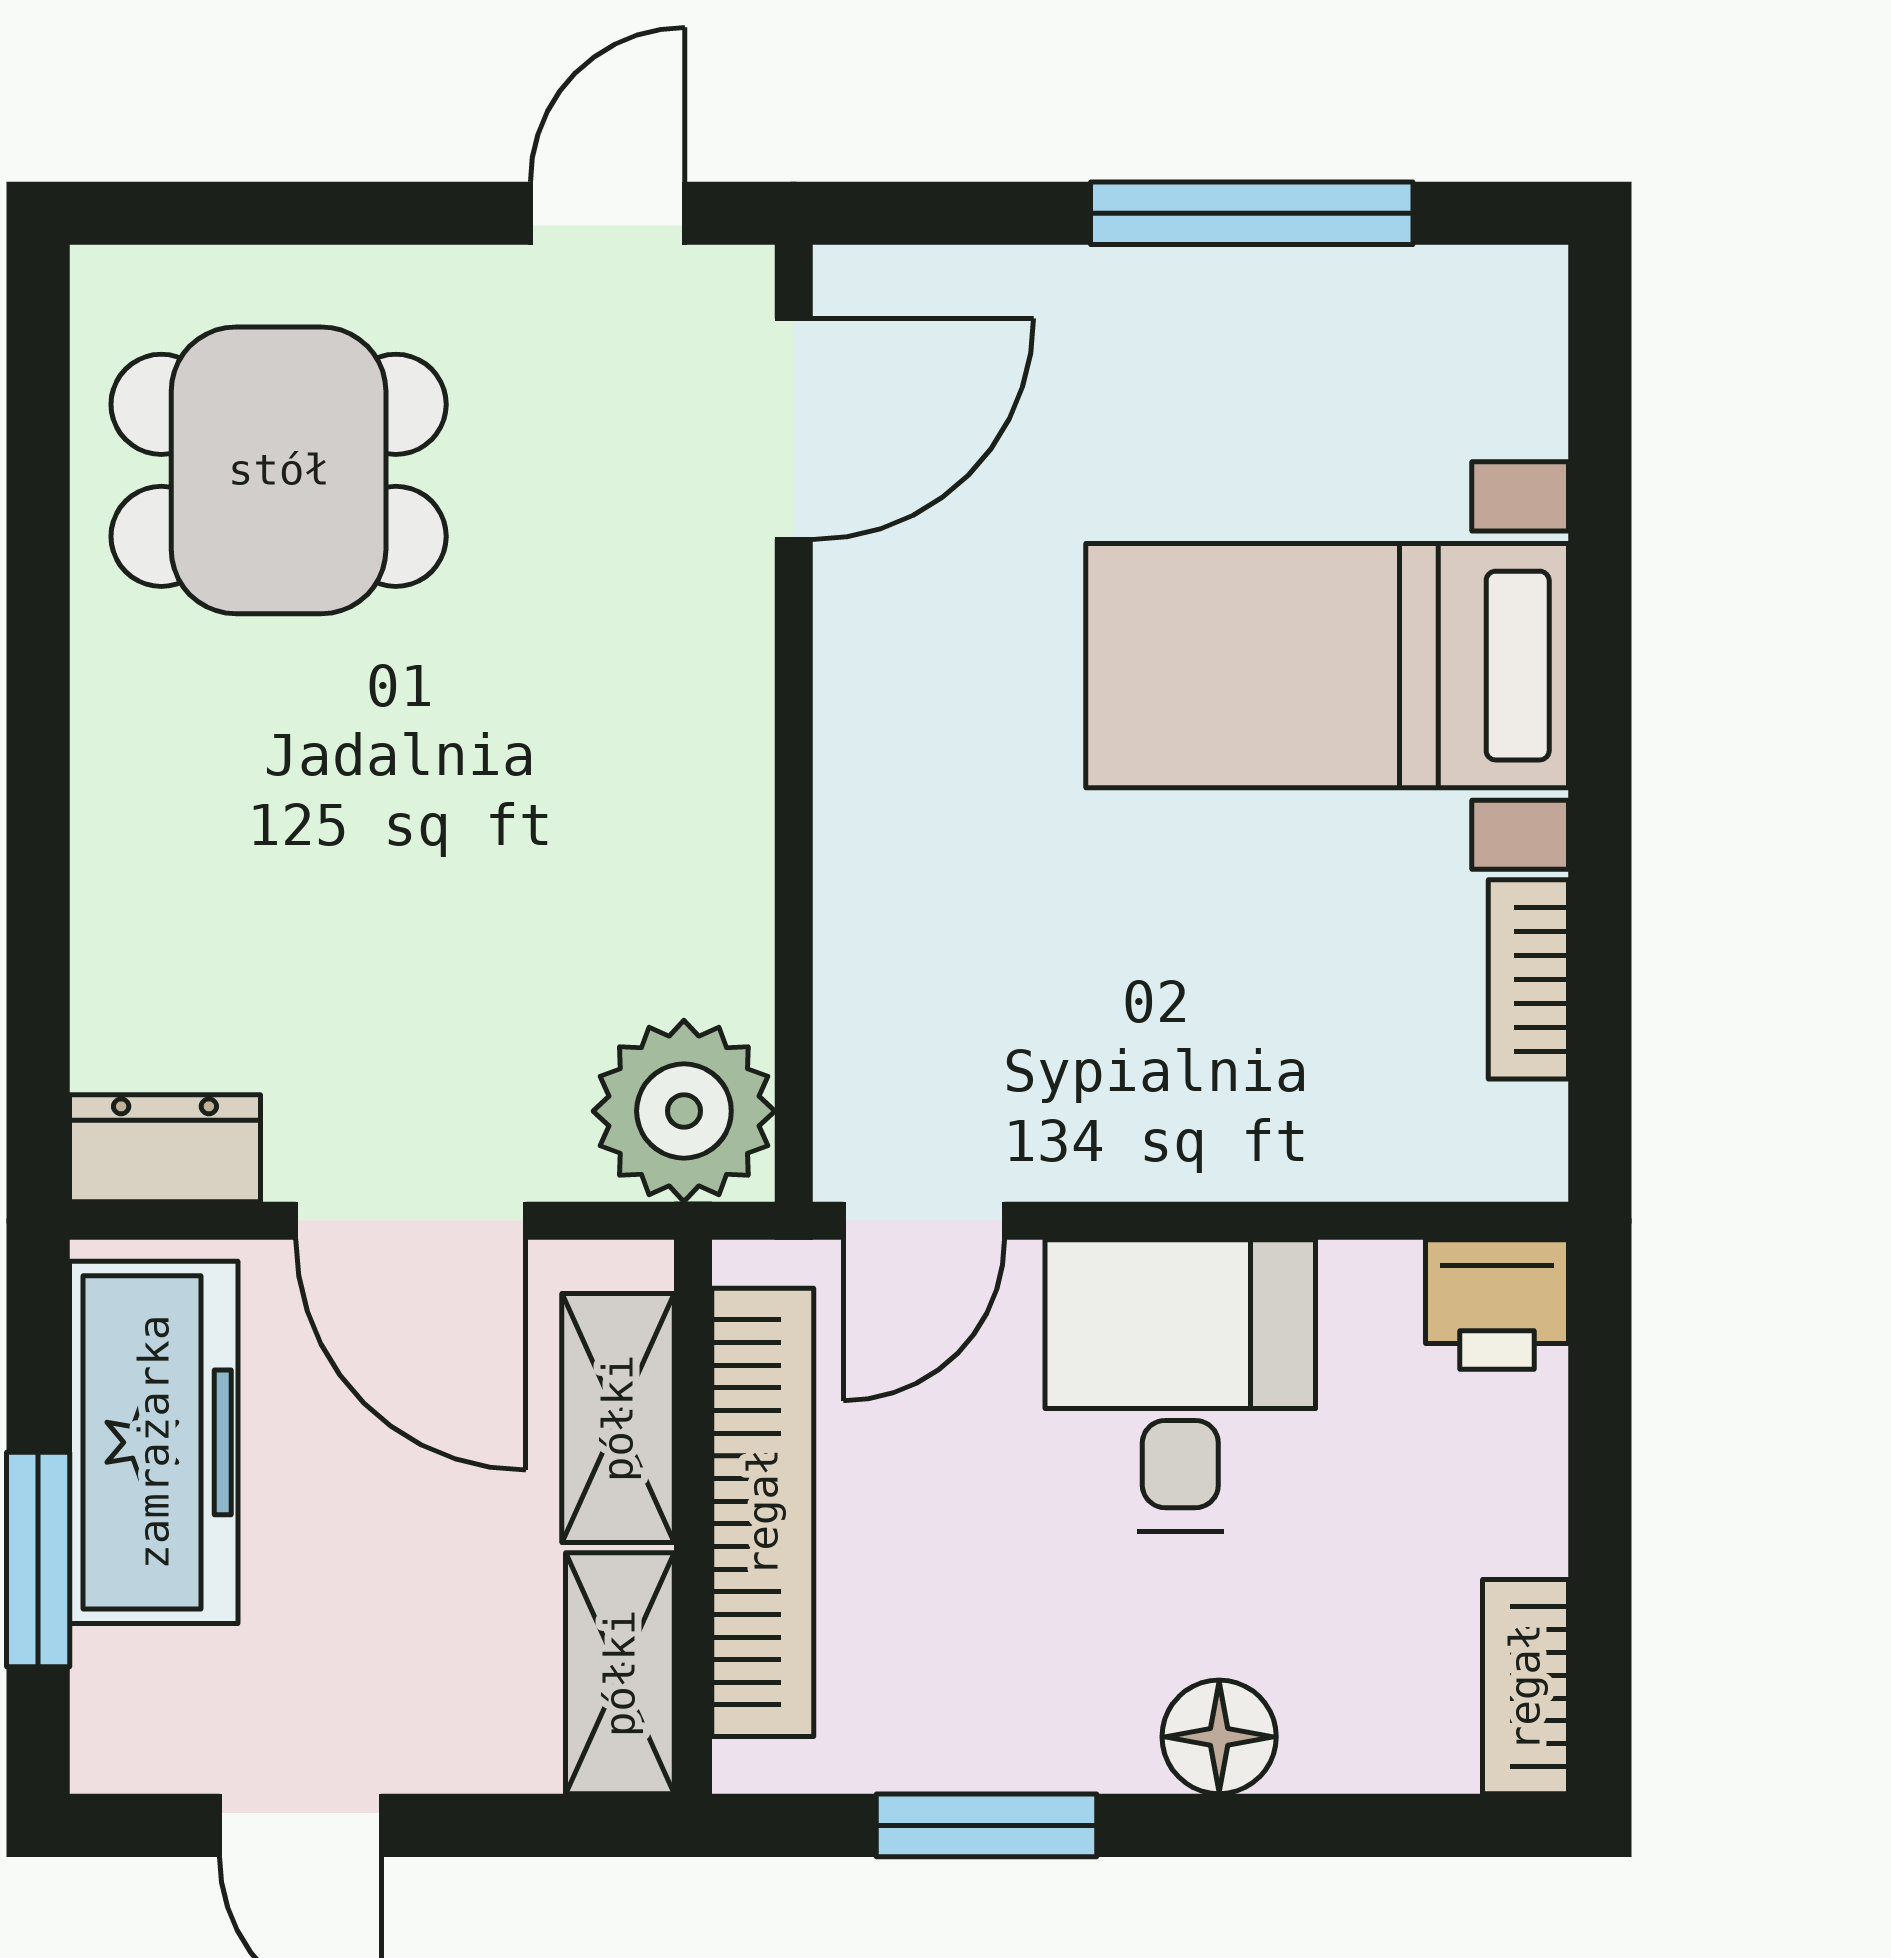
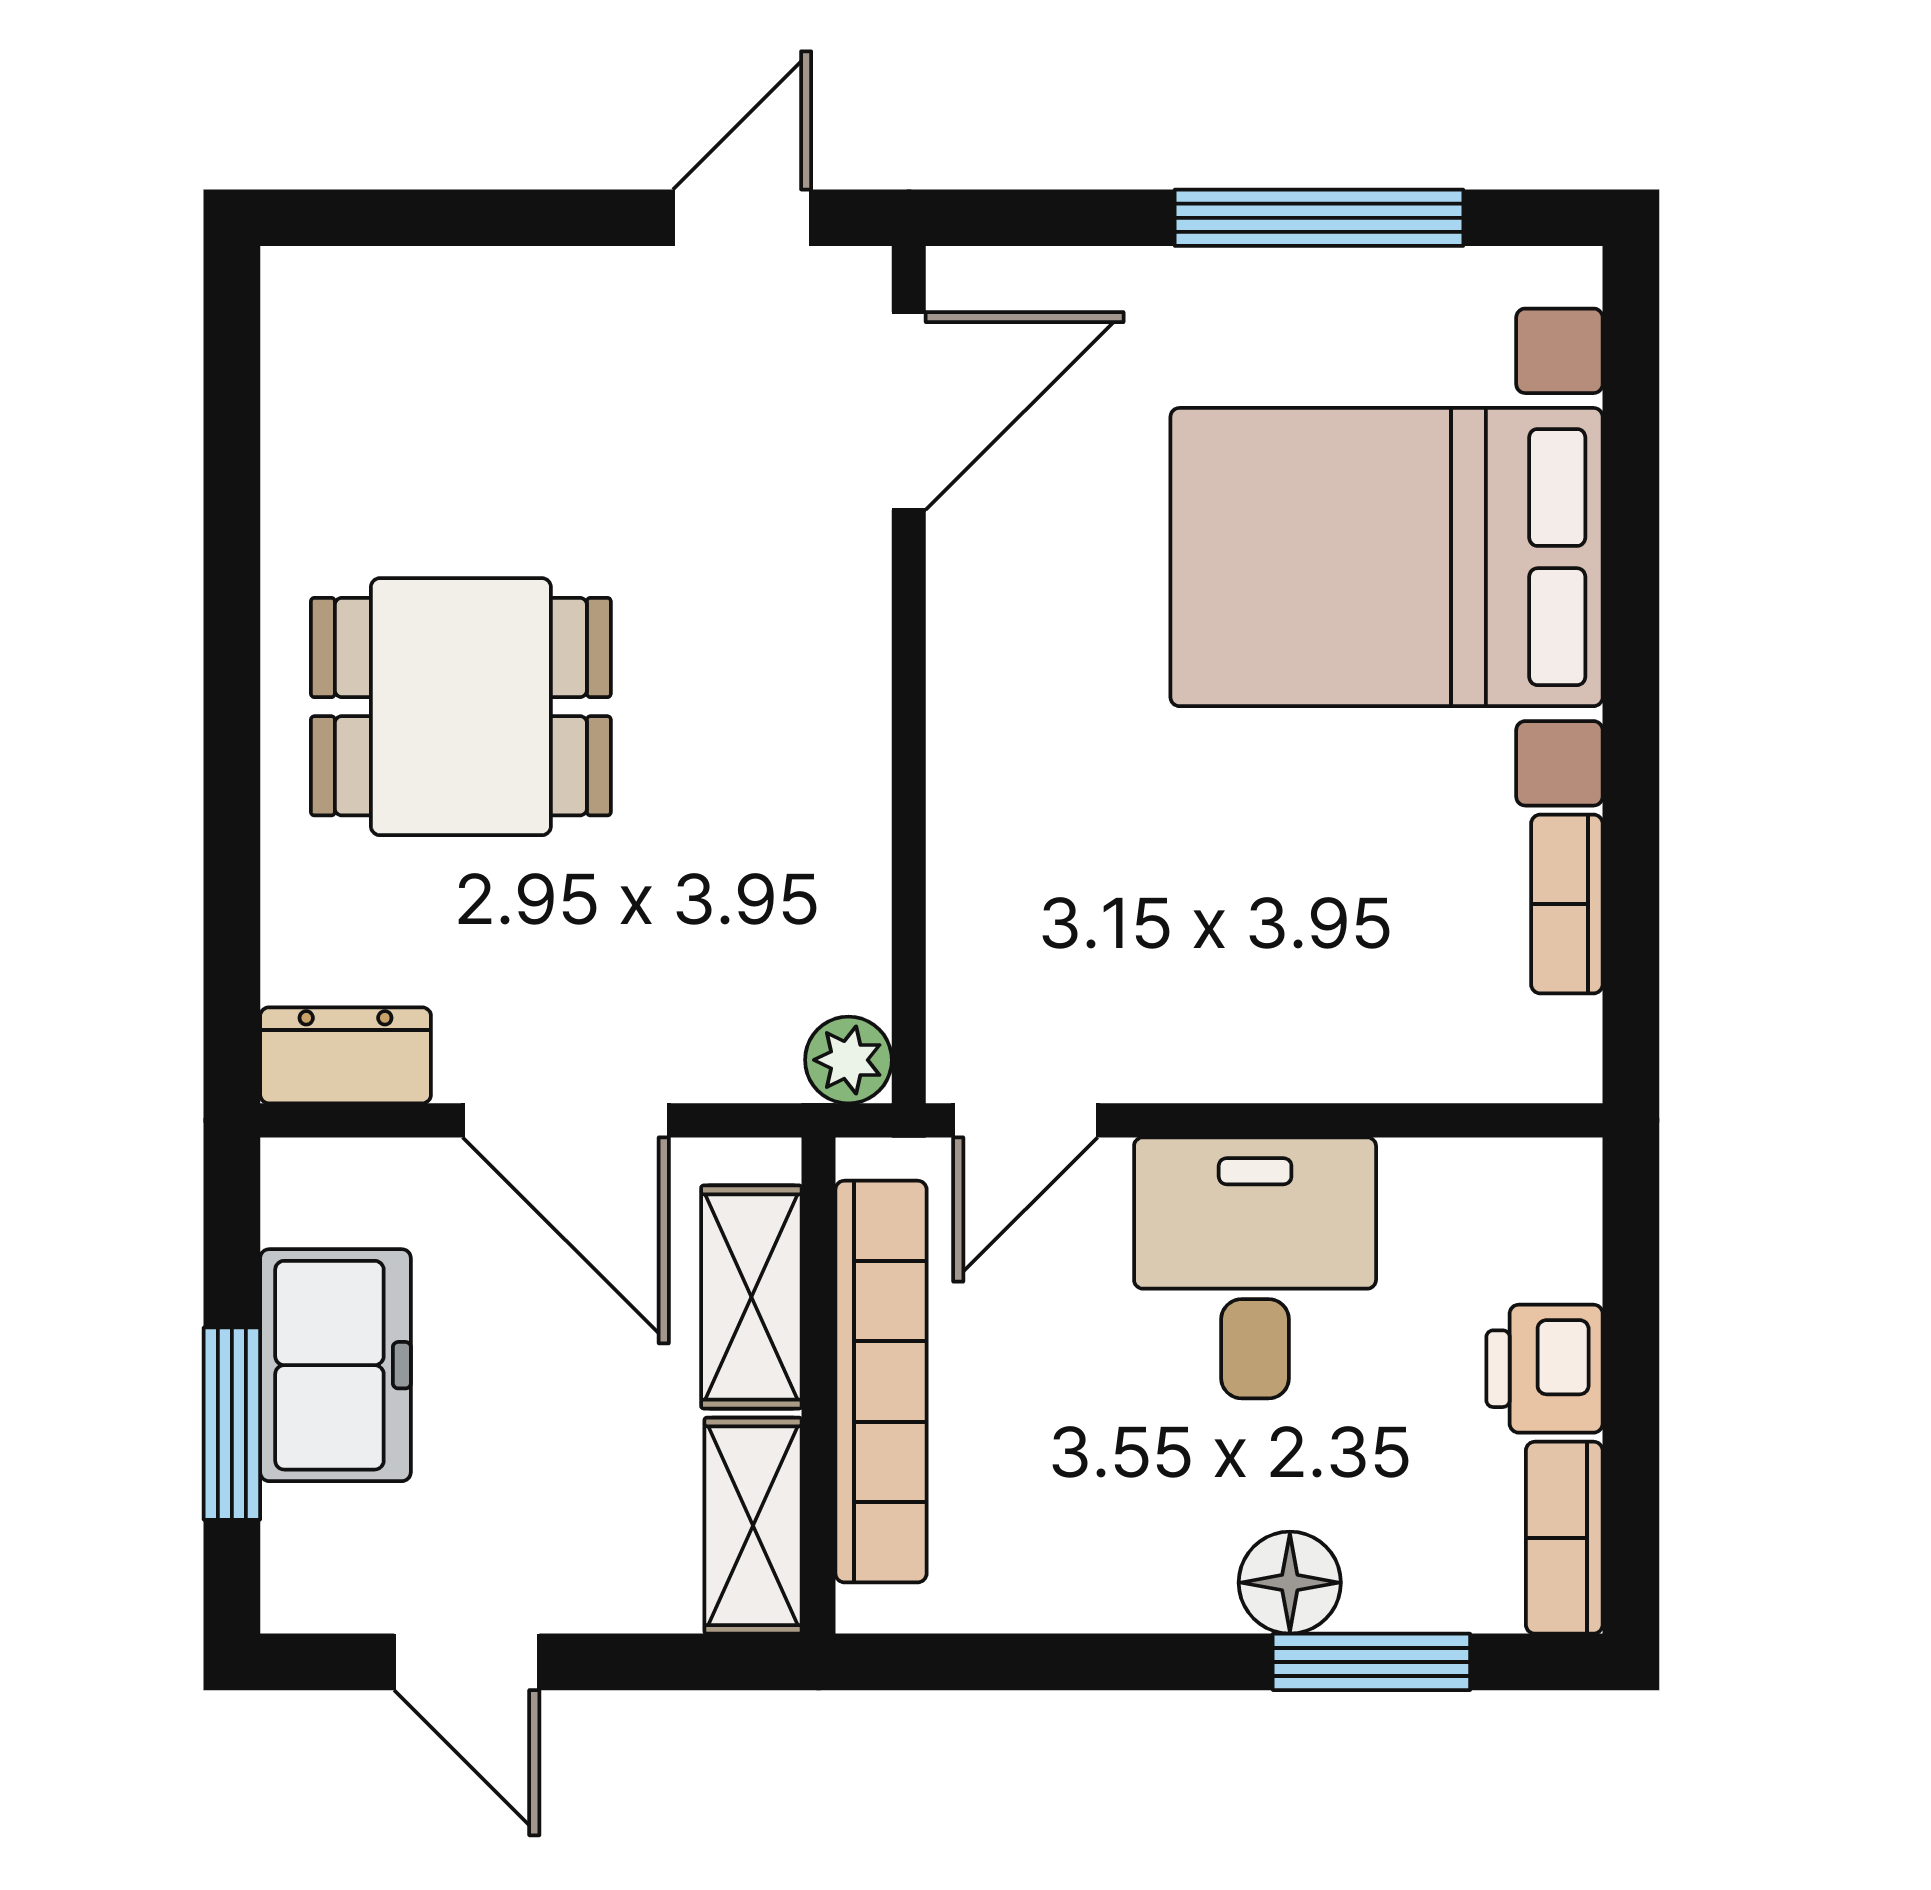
dining table: (279, 470) -> (461, 707), moved
bed with nightstands: (1327, 666) -> (1387, 557), width x1.36
plant: (684, 1111) -> (848, 1060), width x0.53, depth x0.53
printer: (1497, 1305) -> (1544, 1369), moved, turned 90
freezer: (154, 1442) -> (335, 1365), width x0.71
window: (986, 1825) -> (1371, 1662), moved

